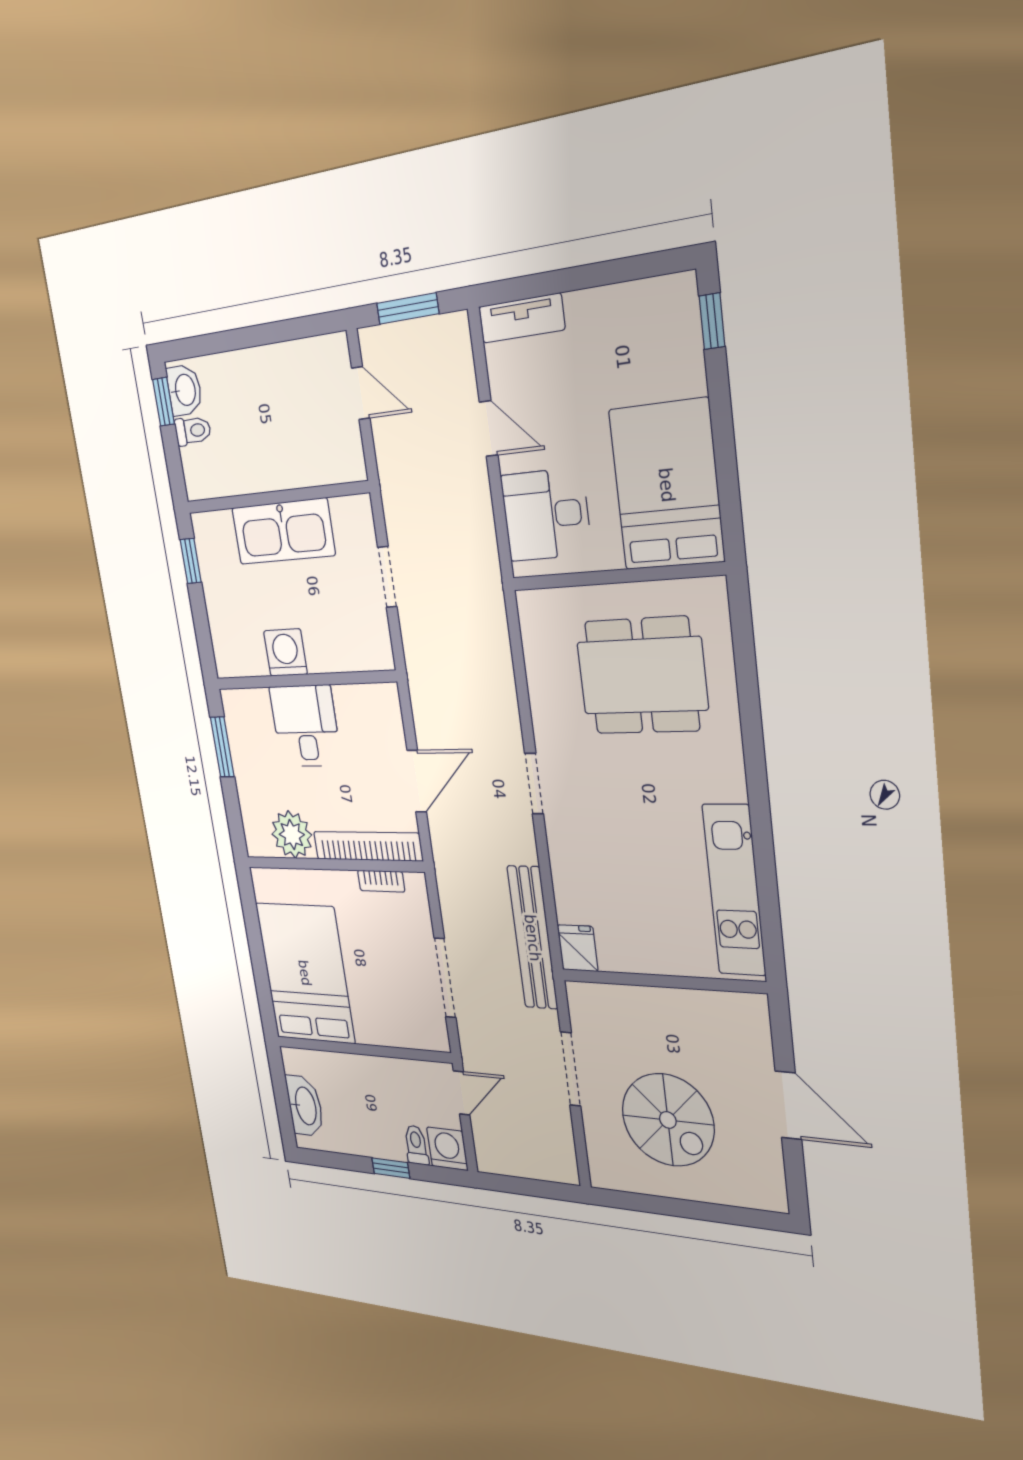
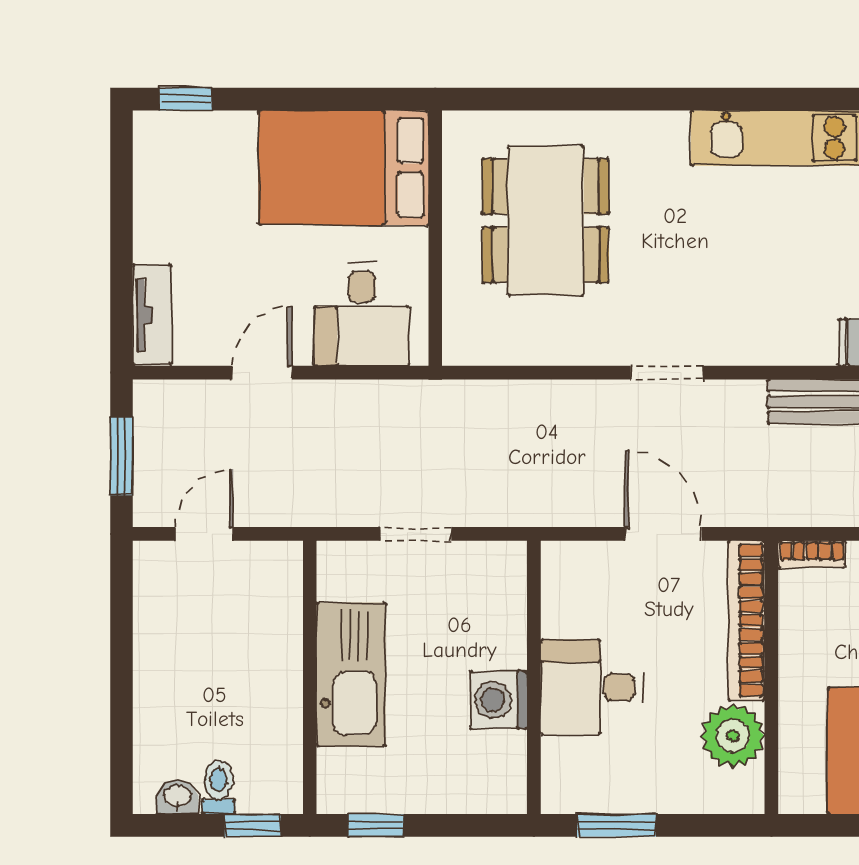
washbasin: (184, 390) -> (178, 797), width x0.72, depth x0.69
window: (164, 402) -> (253, 825), moved
bookcase: (381, 881) -> (812, 554), moved, turned 90

